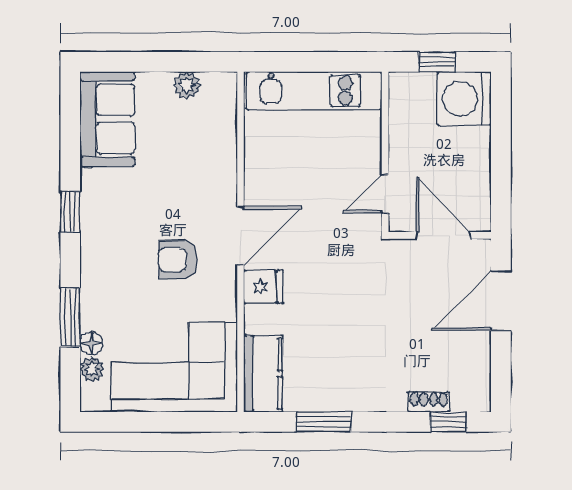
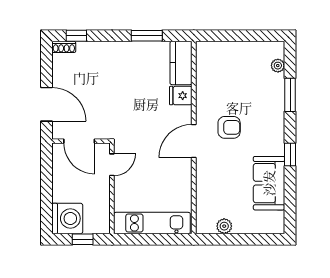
sofa: (107, 119) -> (269, 183), moved
fridge: (263, 287) -> (181, 96), moved
door: (501, 301) -> (47, 104), hinge flipped
floor lamp: (91, 343) -> (278, 80), removed
corner sofa: (174, 367) -> (231, 67), removed
shoe rack: (429, 402) -> (64, 47), moved

